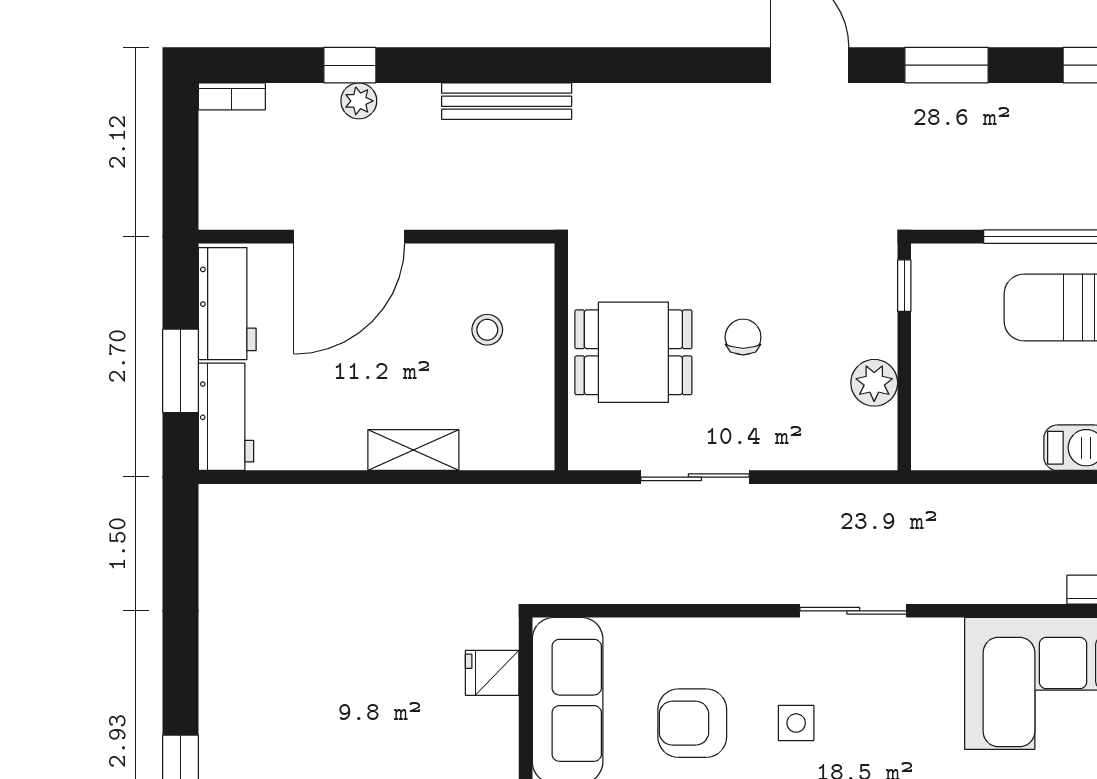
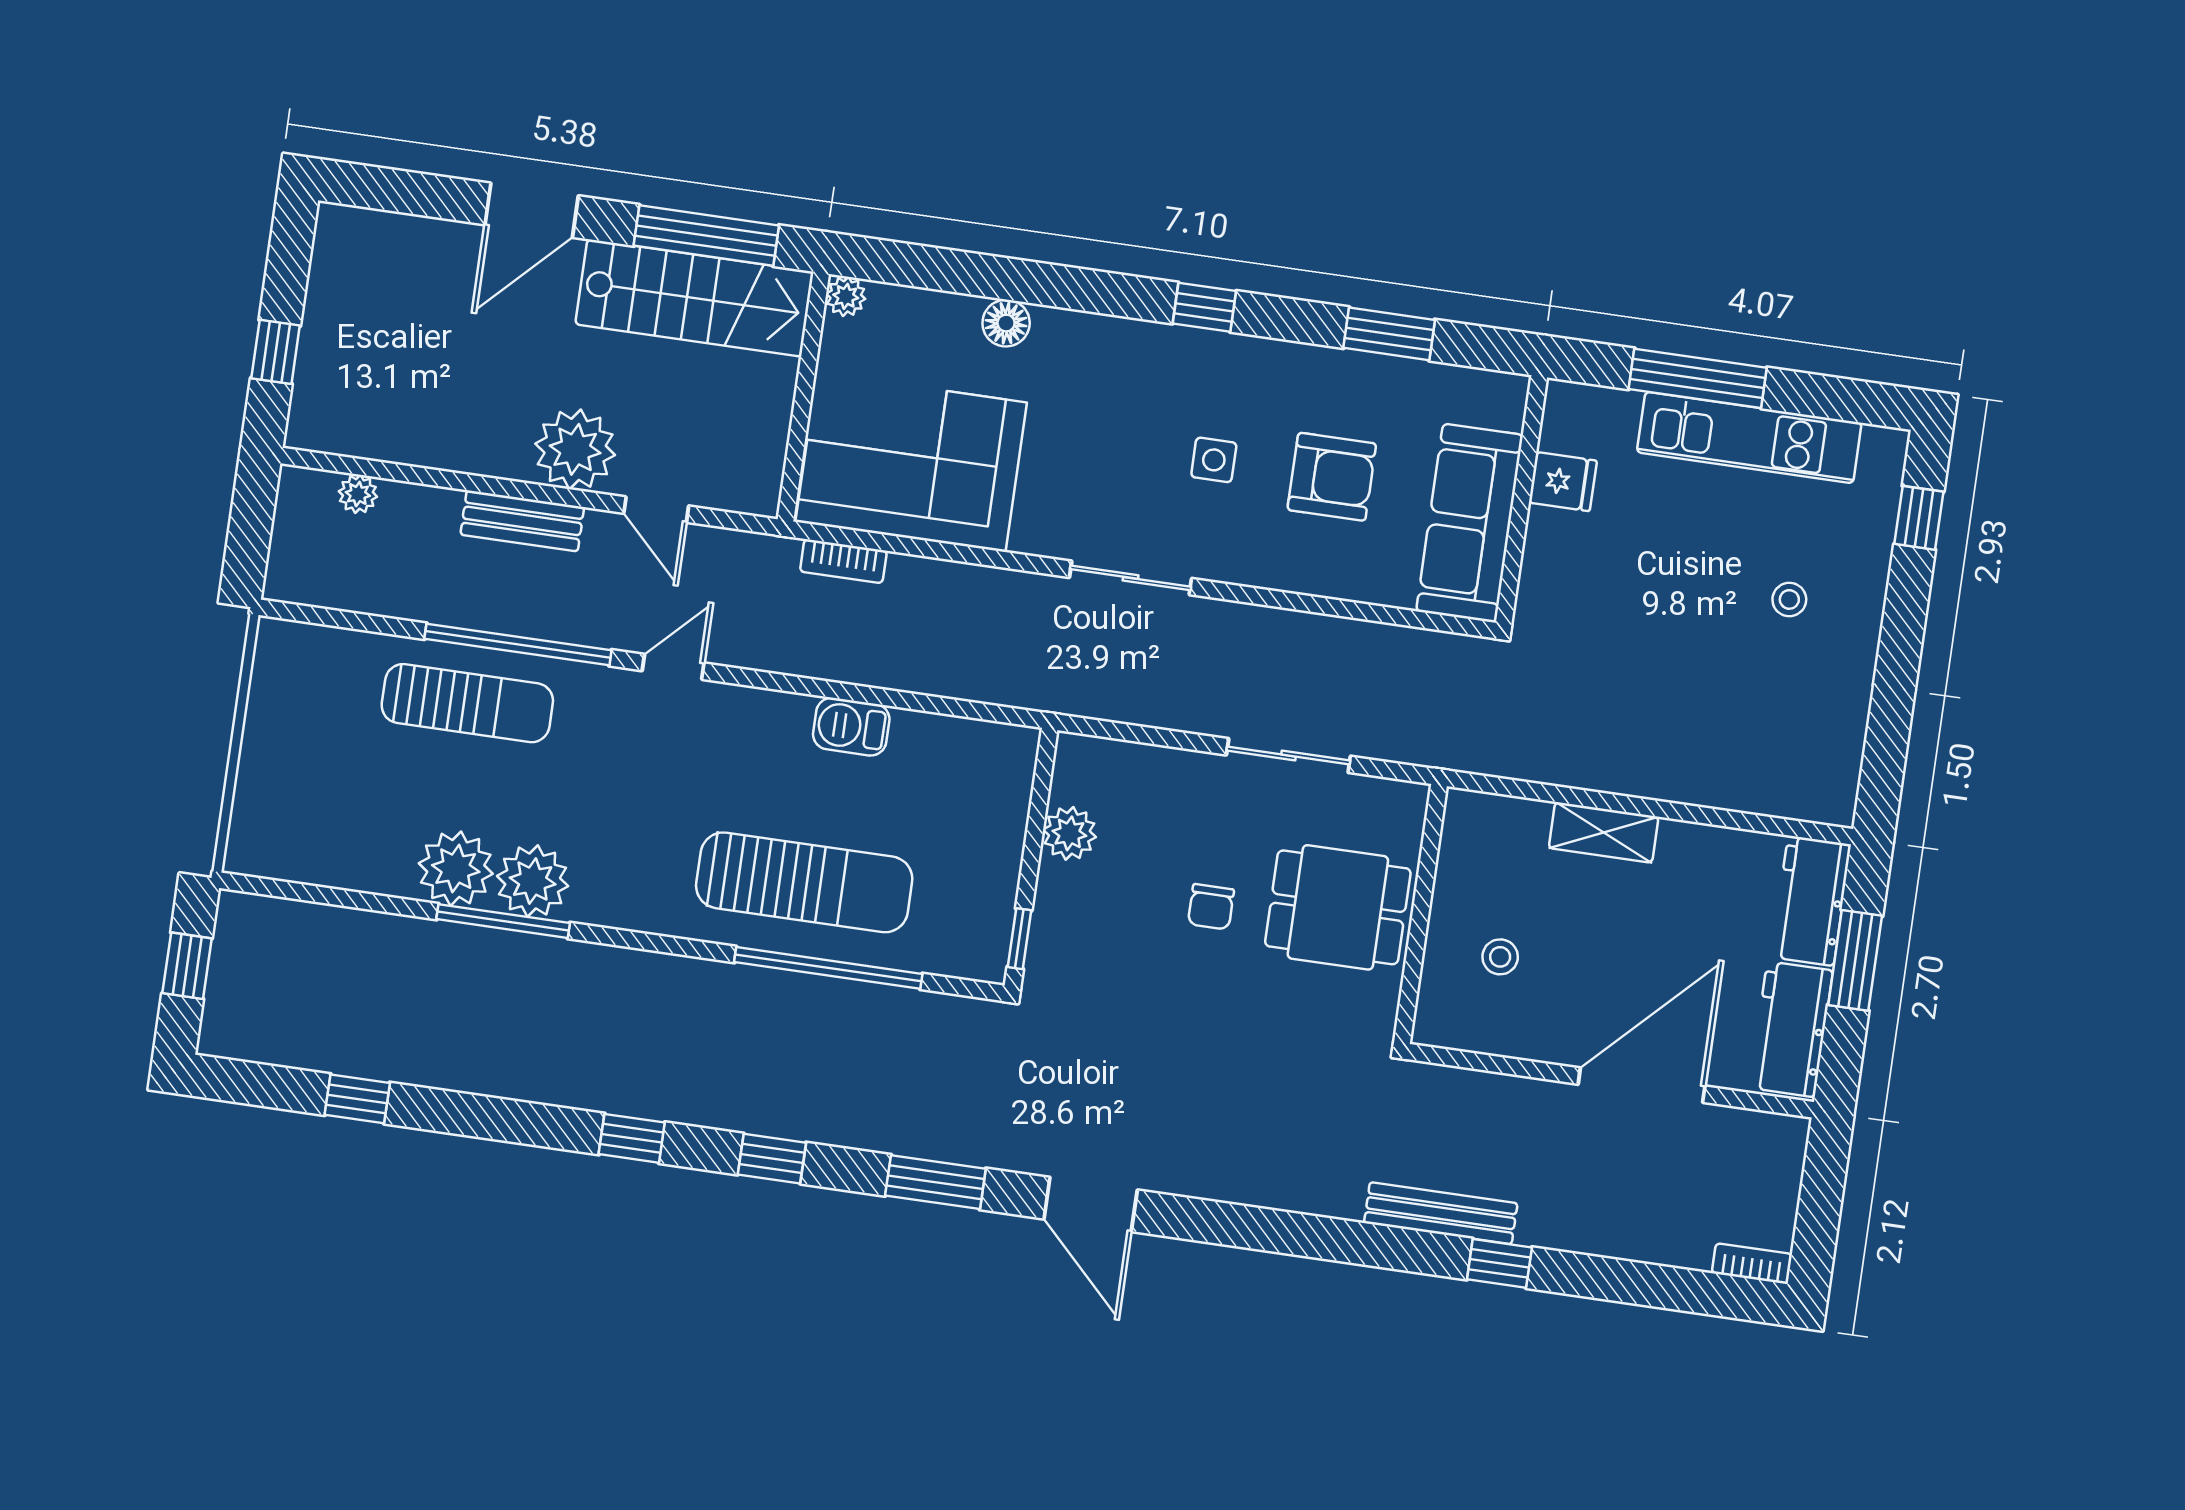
window: (350, 65) -> (1499, 1263), moved
plant: (359, 101) -> (1609, 1238), removed
fridge: (492, 673) -> (1563, 482), moved
stool: (282, 674) -> (1789, 599), added

